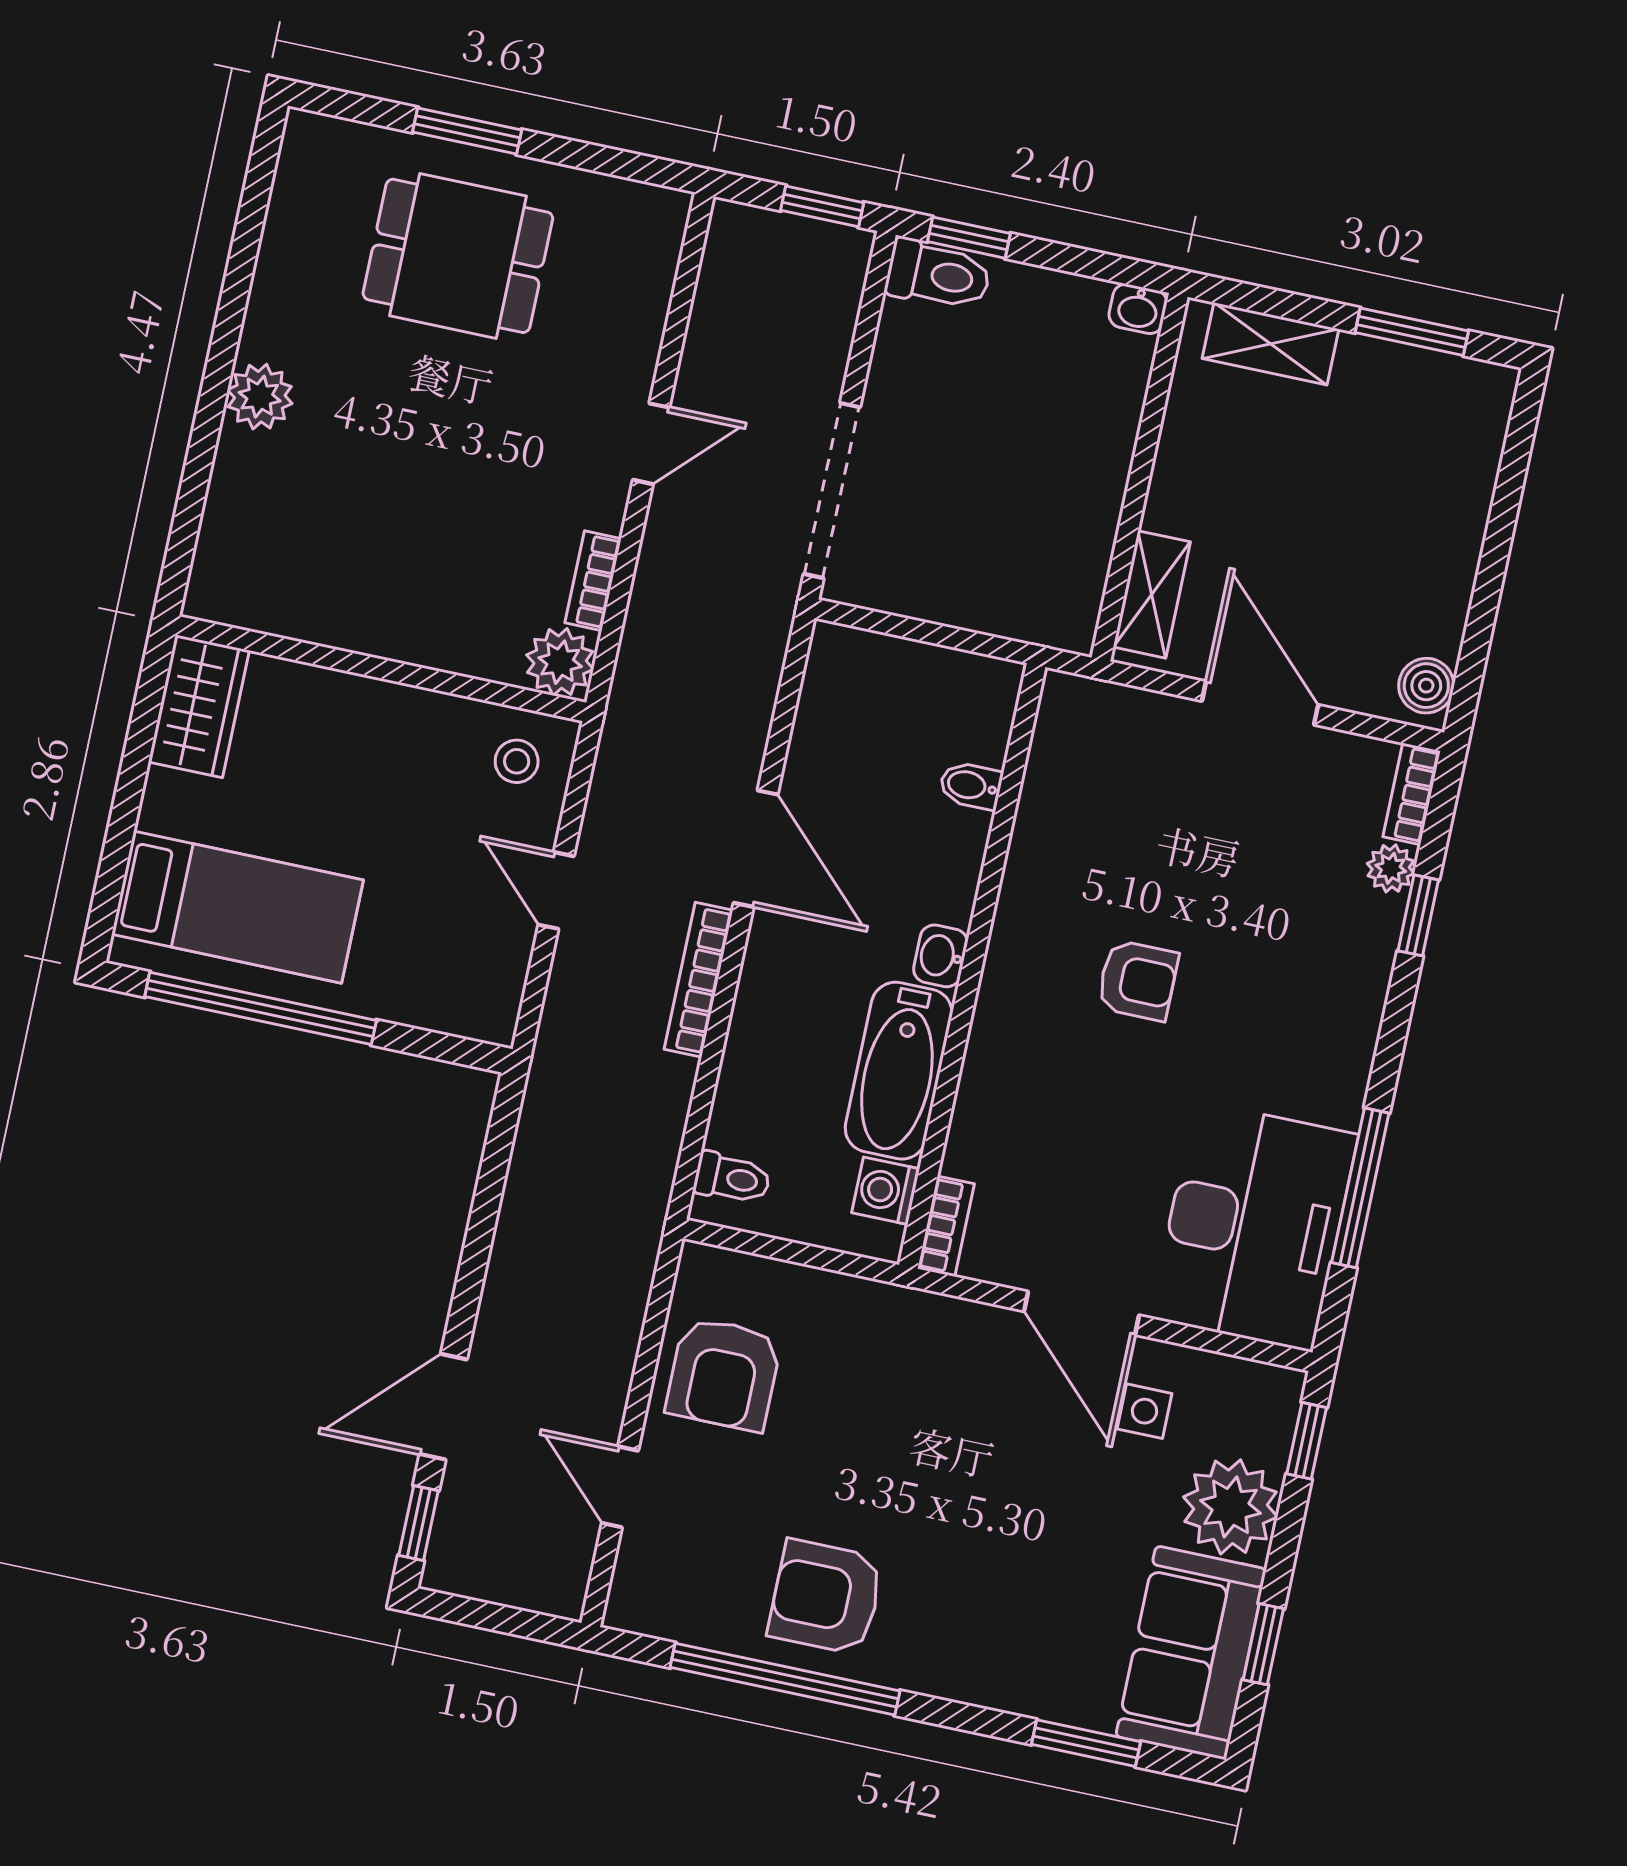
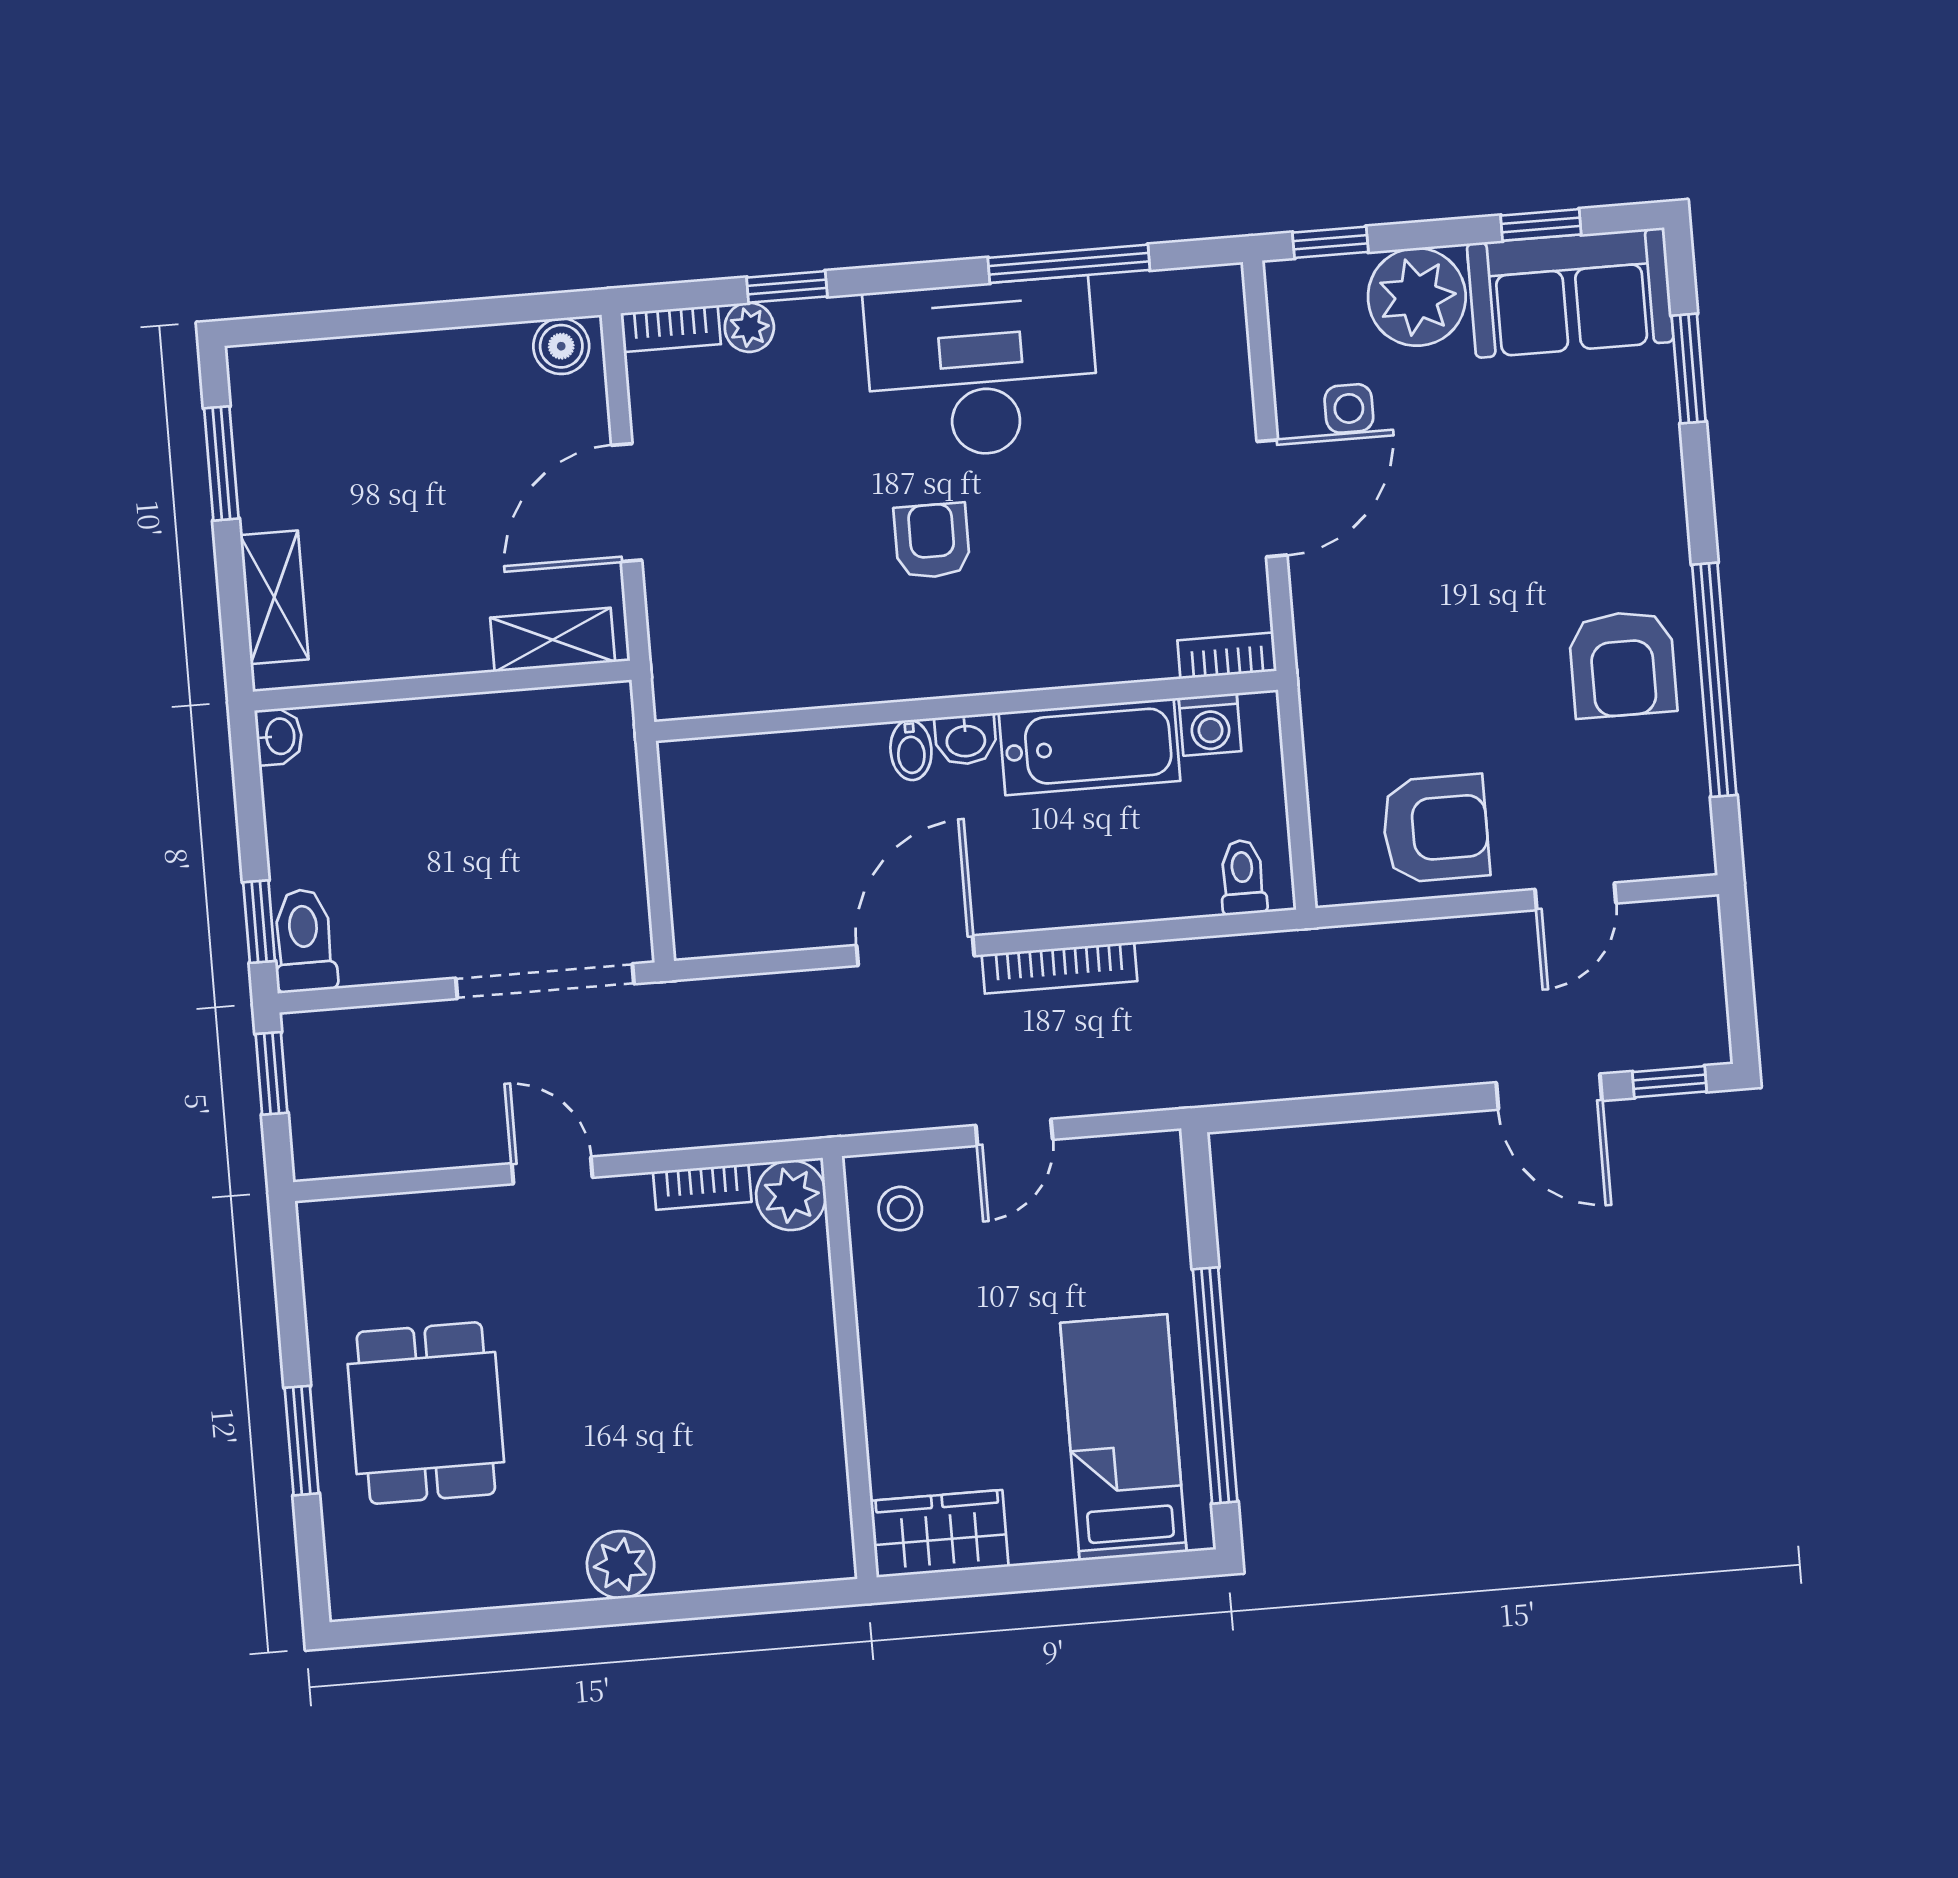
bidet: (971, 786) -> (911, 750), moved
desk: (1254, 1226) -> (982, 369), moved

